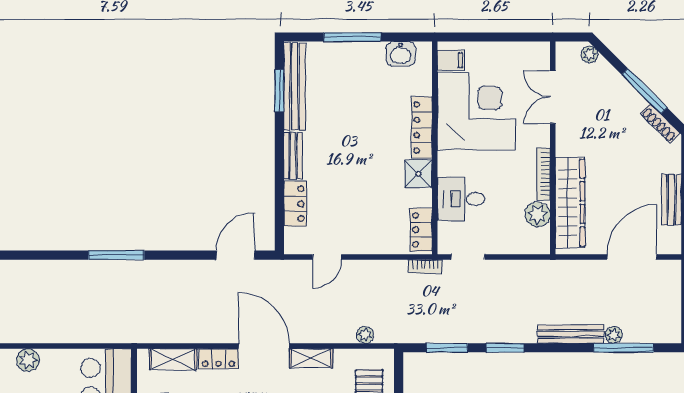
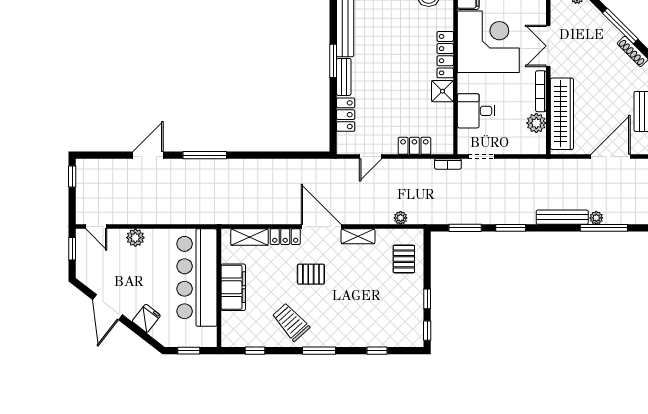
window: (279, 91) -> (333, 61), moved
double door: (553, 97) -> (548, 46), moved
locker: (421, 230) -> (414, 146), moved, turned 90
door: (236, 255) -> (148, 155), moved

